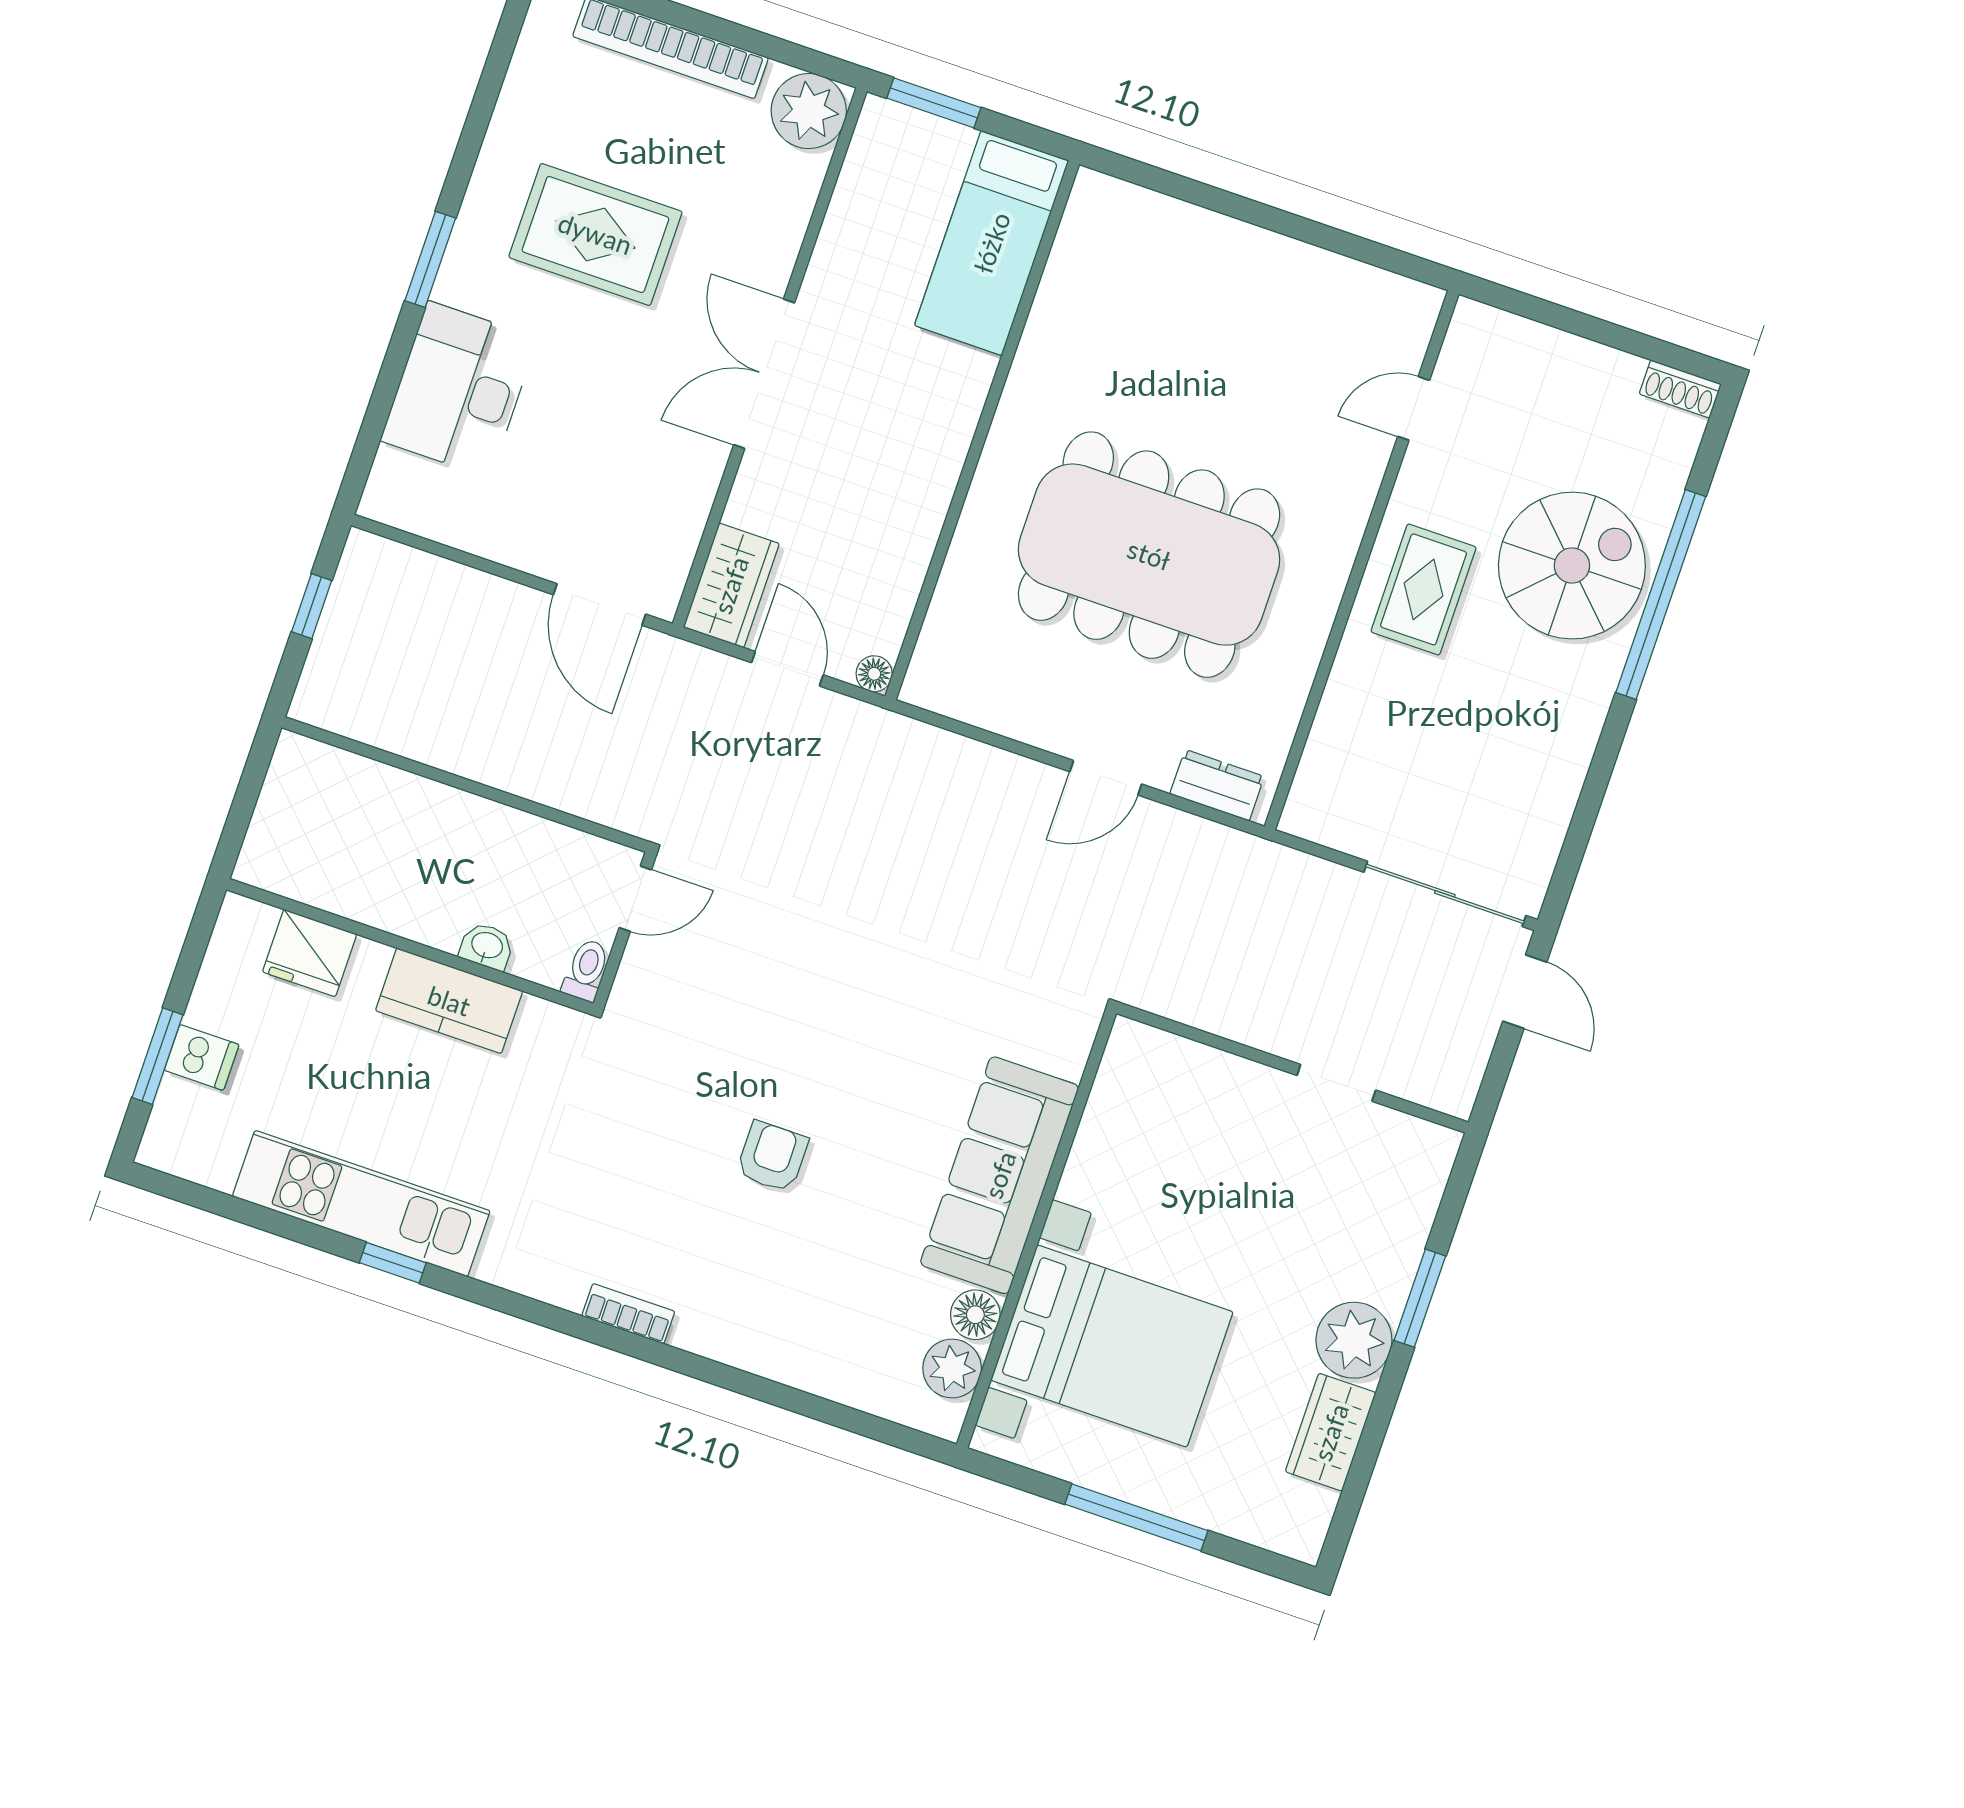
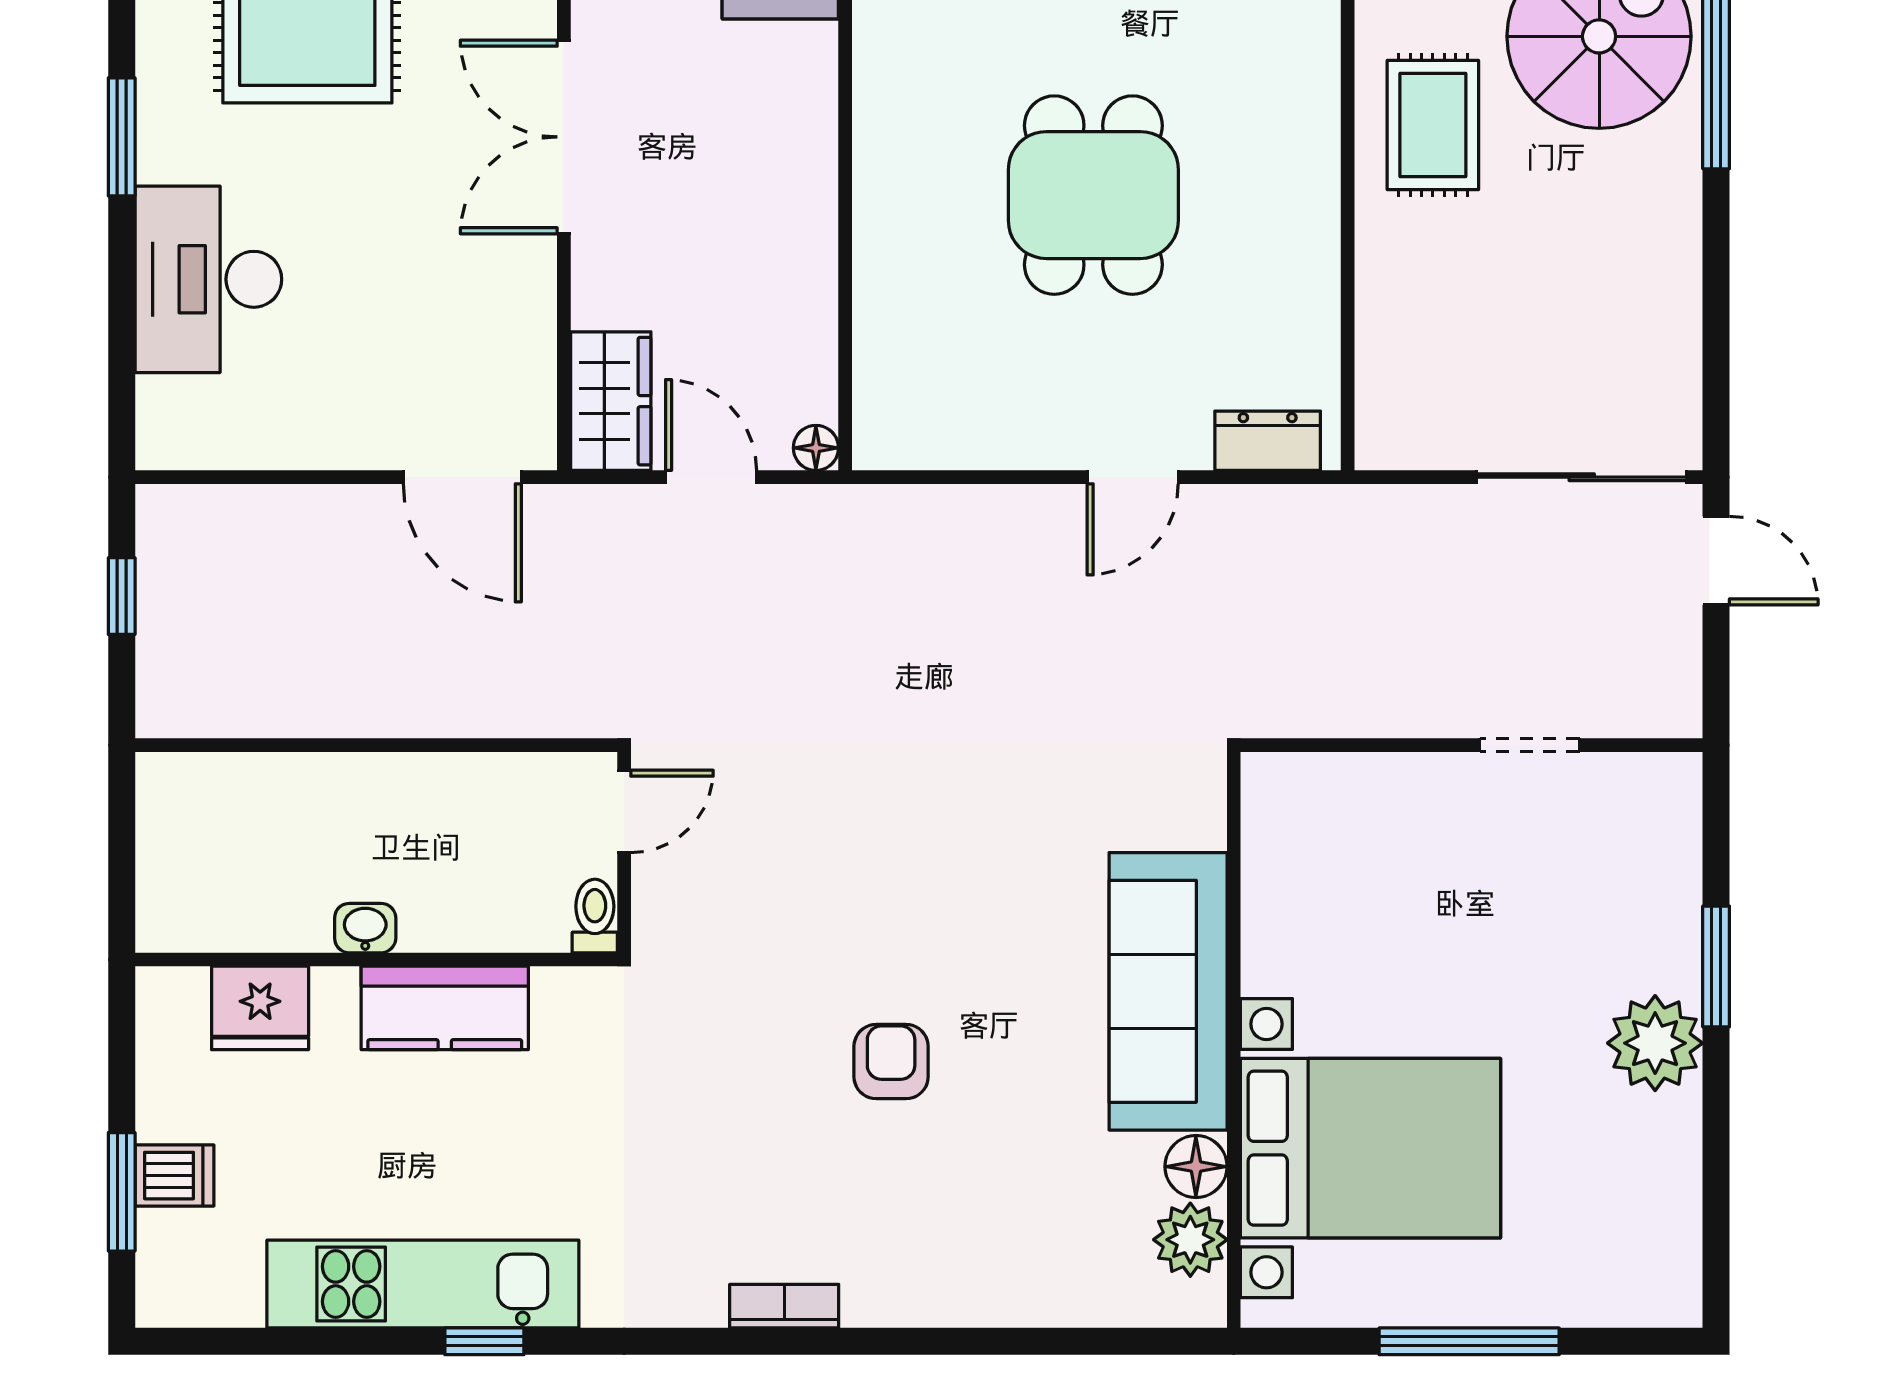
dining table: (1149, 555) -> (1093, 195), width x0.53, depth x0.80
washbasin: (487, 946) -> (365, 928), moved
wardrobe: (1331, 1432) -> (1665, 1162), removed

